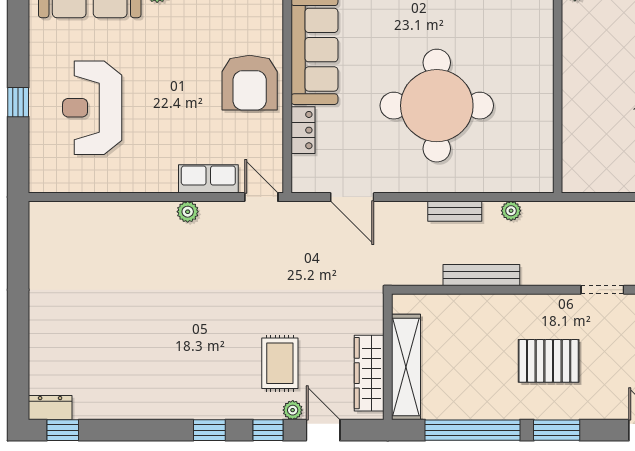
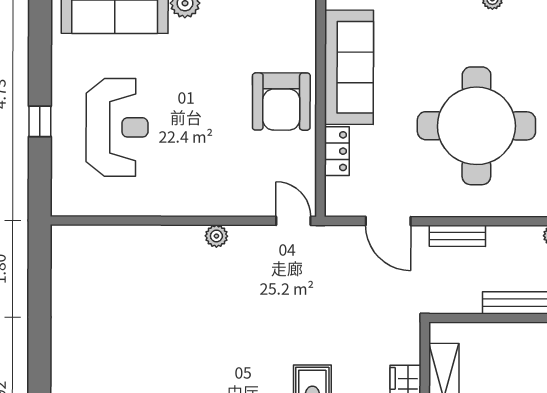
reception desk: (92, 108) -> (117, 127), turned 180
row of seats: (208, 179) -> (238, 202), removed
bench: (455, 211) -> (457, 236), moved

